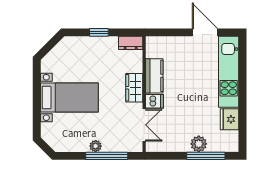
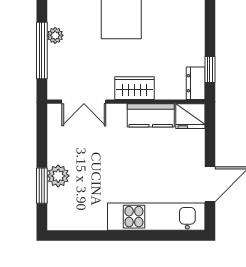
window: (99, 32) -> (210, 69), moved
dishwasher: (155, 101) -> (116, 116), removed
fridge: (230, 119) -> (190, 116), moved, turned 180
window: (206, 156) -> (42, 186), width x0.69

